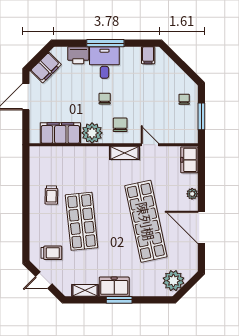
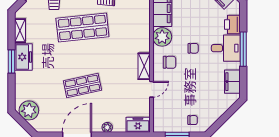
filing cabinet: (148, 55) -> (232, 82), width x2.00
shop shelf: (146, 221) -> (82, 86), width x0.50, depth x0.74

